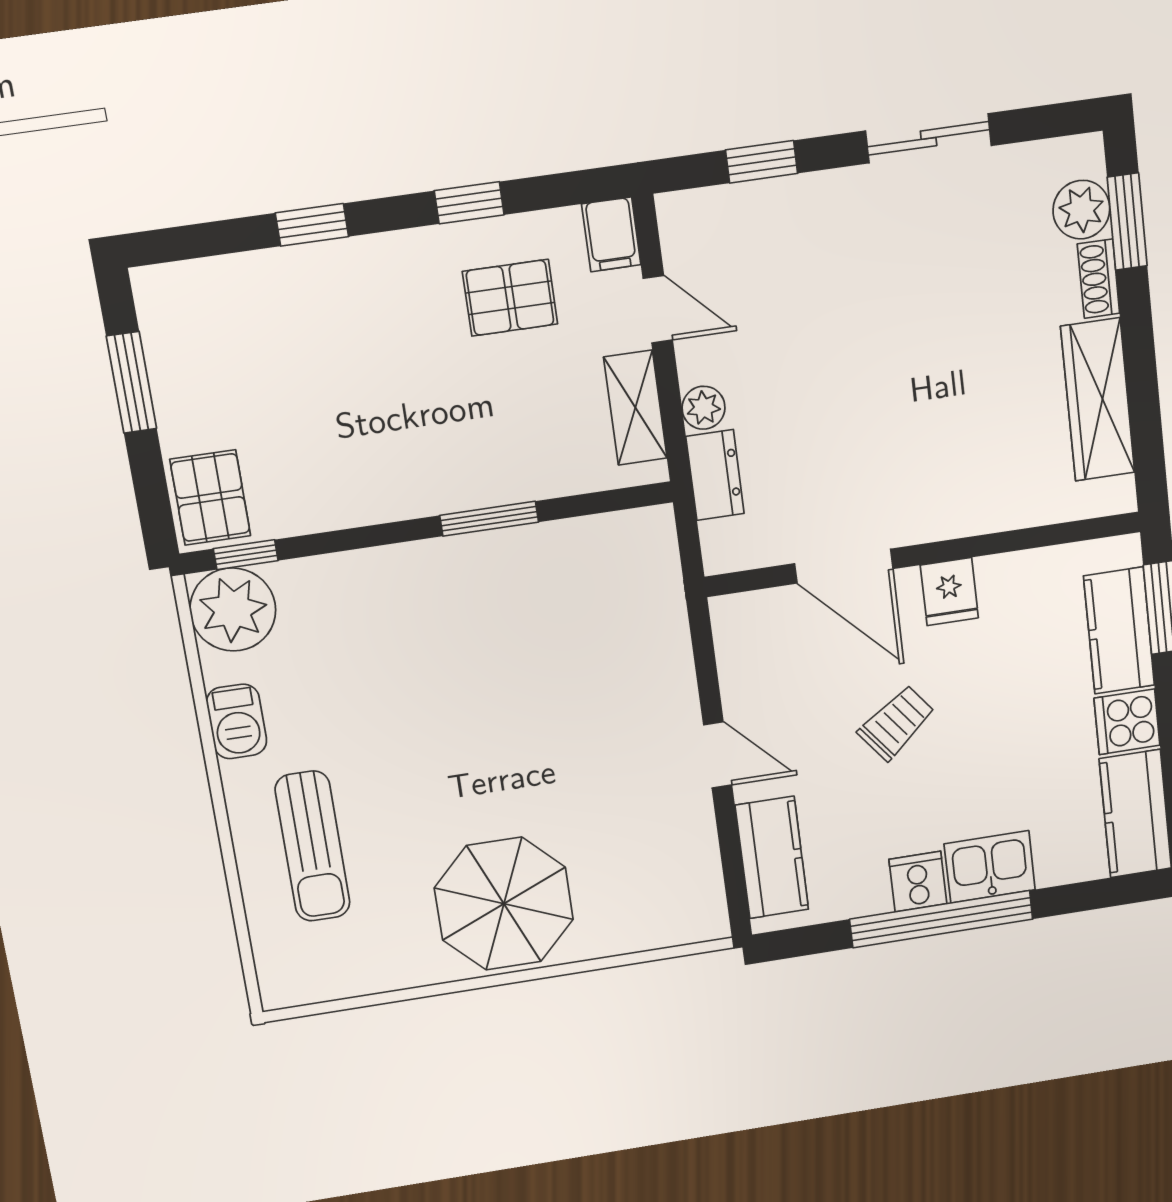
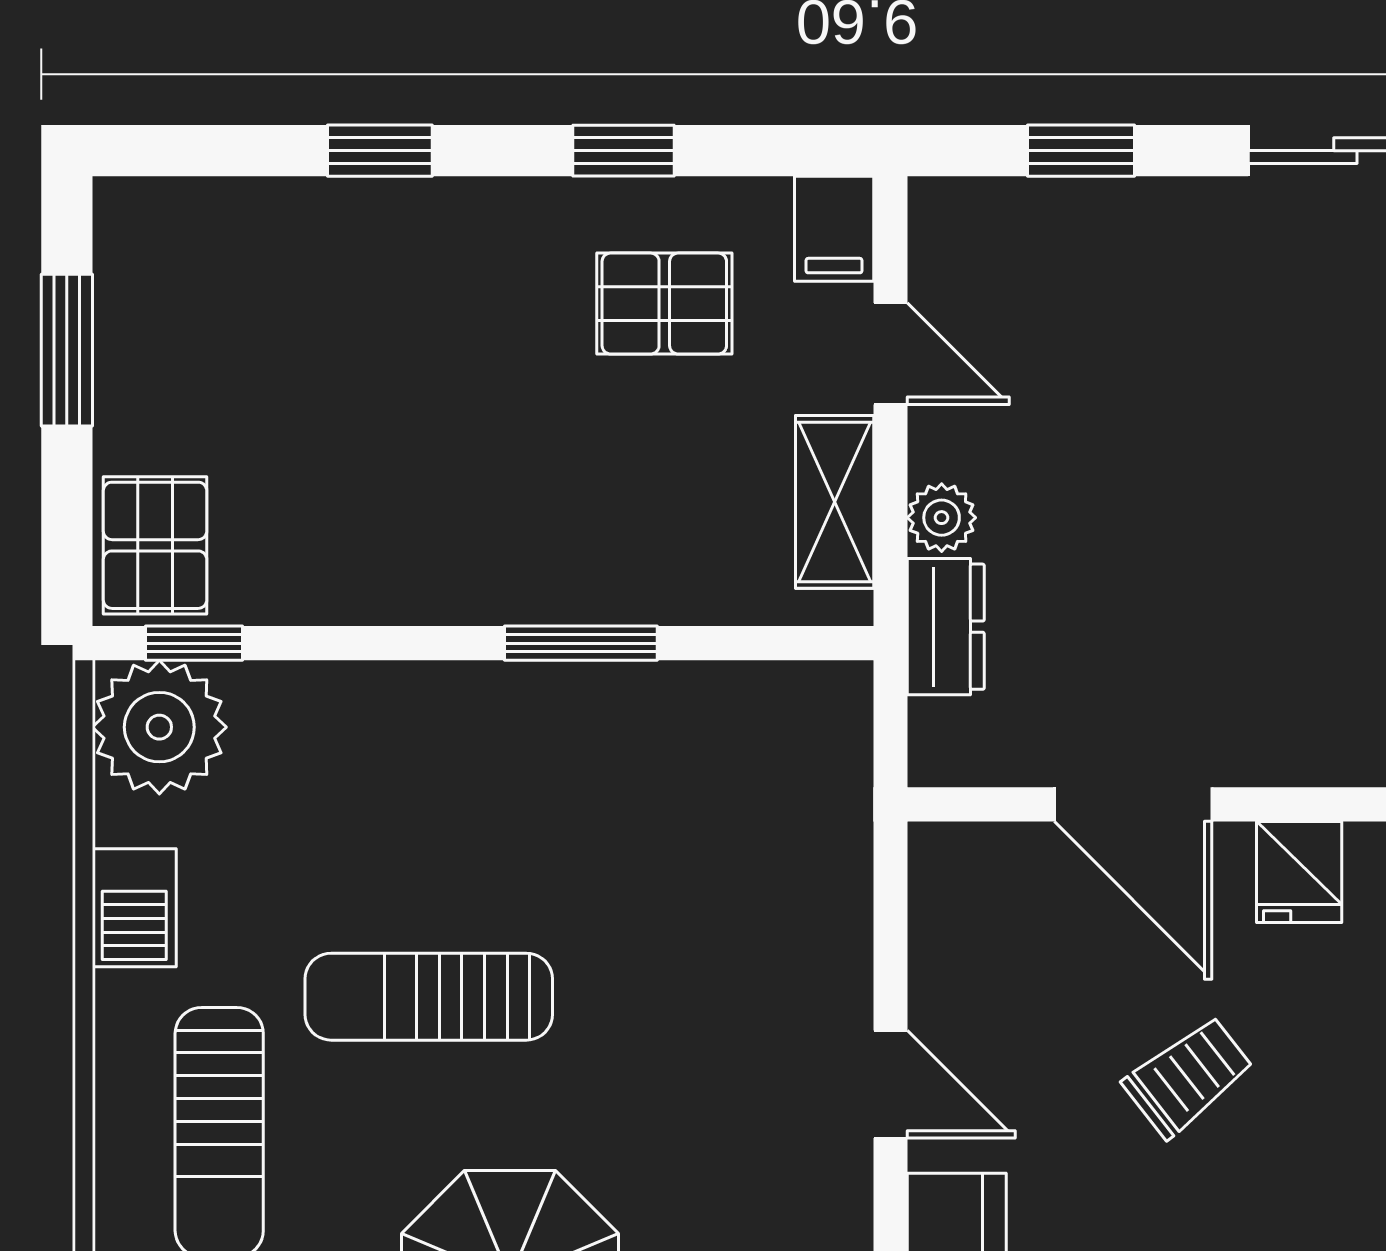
sun lounger: (428, 747) -> (429, 997), added

